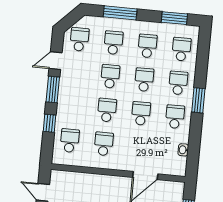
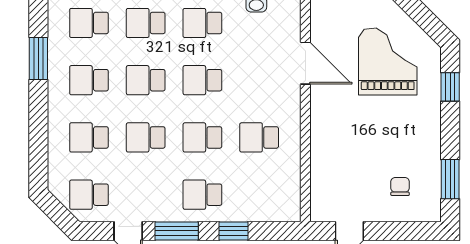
window: (120, 13) -> (38, 131), removed
window: (174, 18) -> (38, 59), moved
school desk: (70, 141) -> (202, 195), moved

